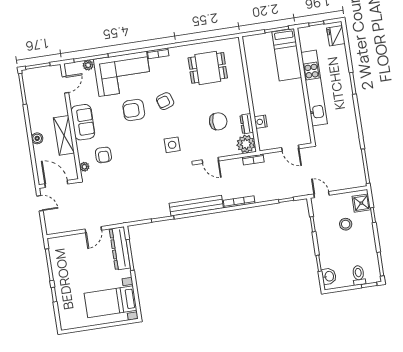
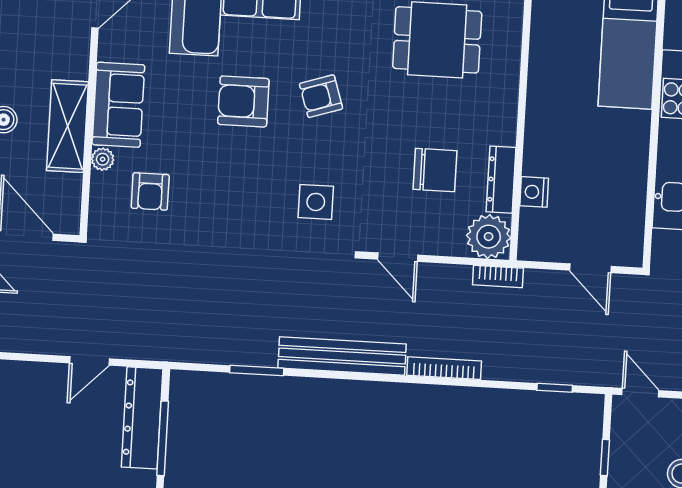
dresser: (247, 124) -> (501, 180), width x1.44
plant: (84, 167) -> (103, 159), moved

